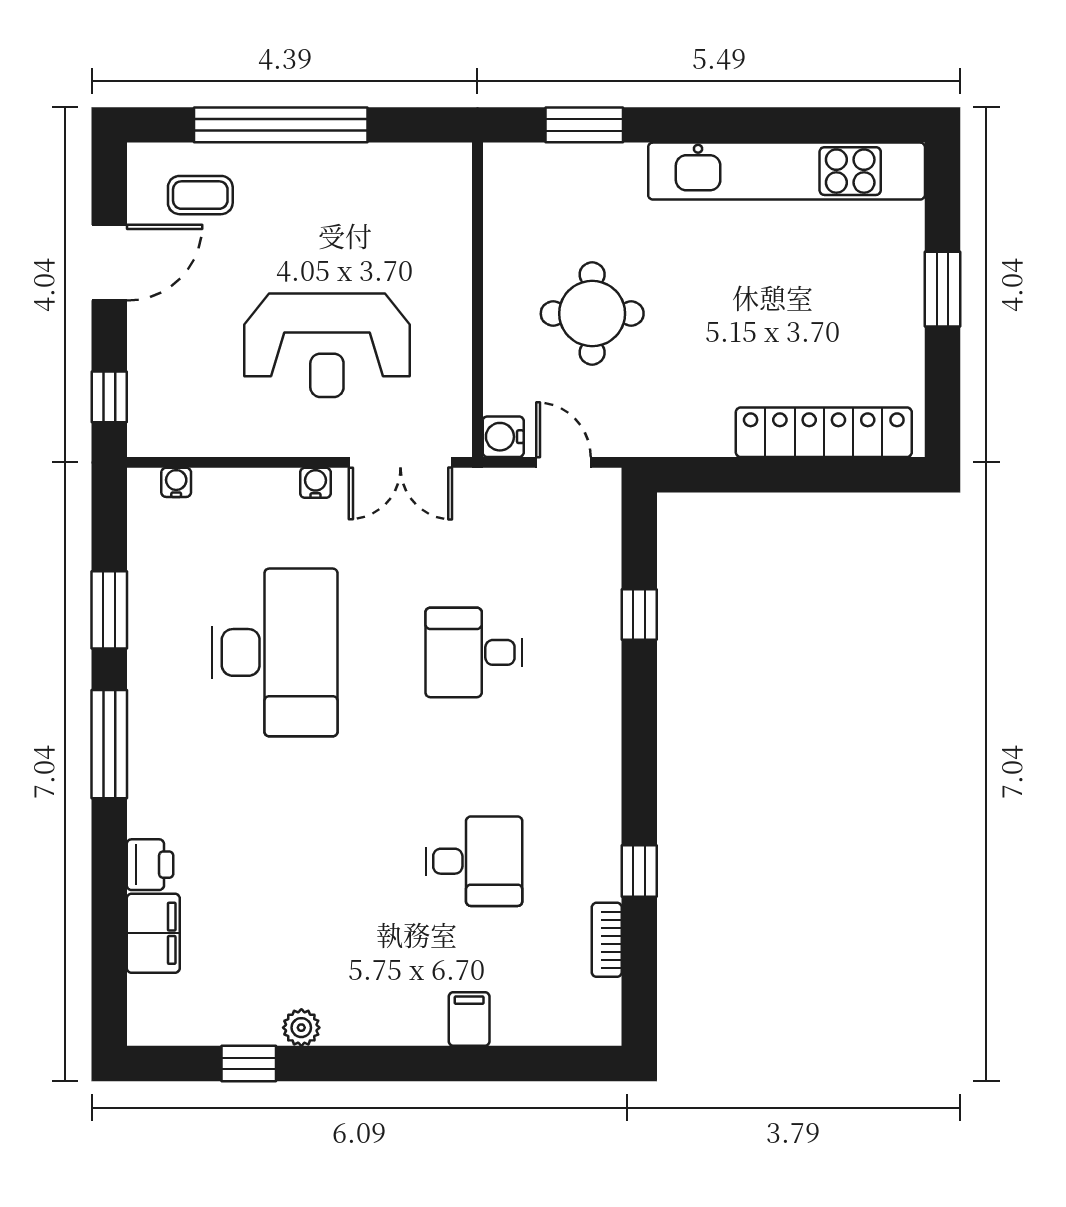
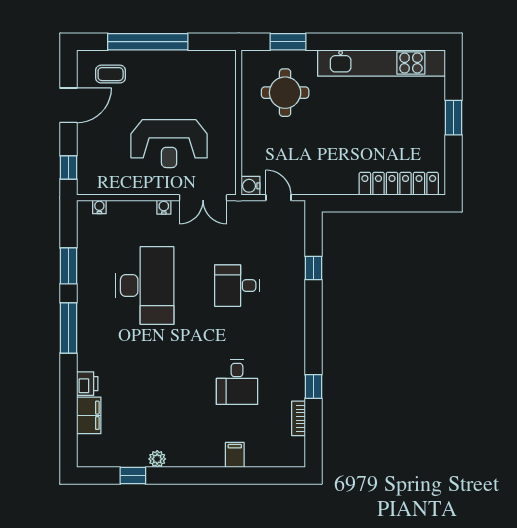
round table: (592, 314) -> (285, 93), moved
desk: (474, 861) -> (237, 382), turned 90

